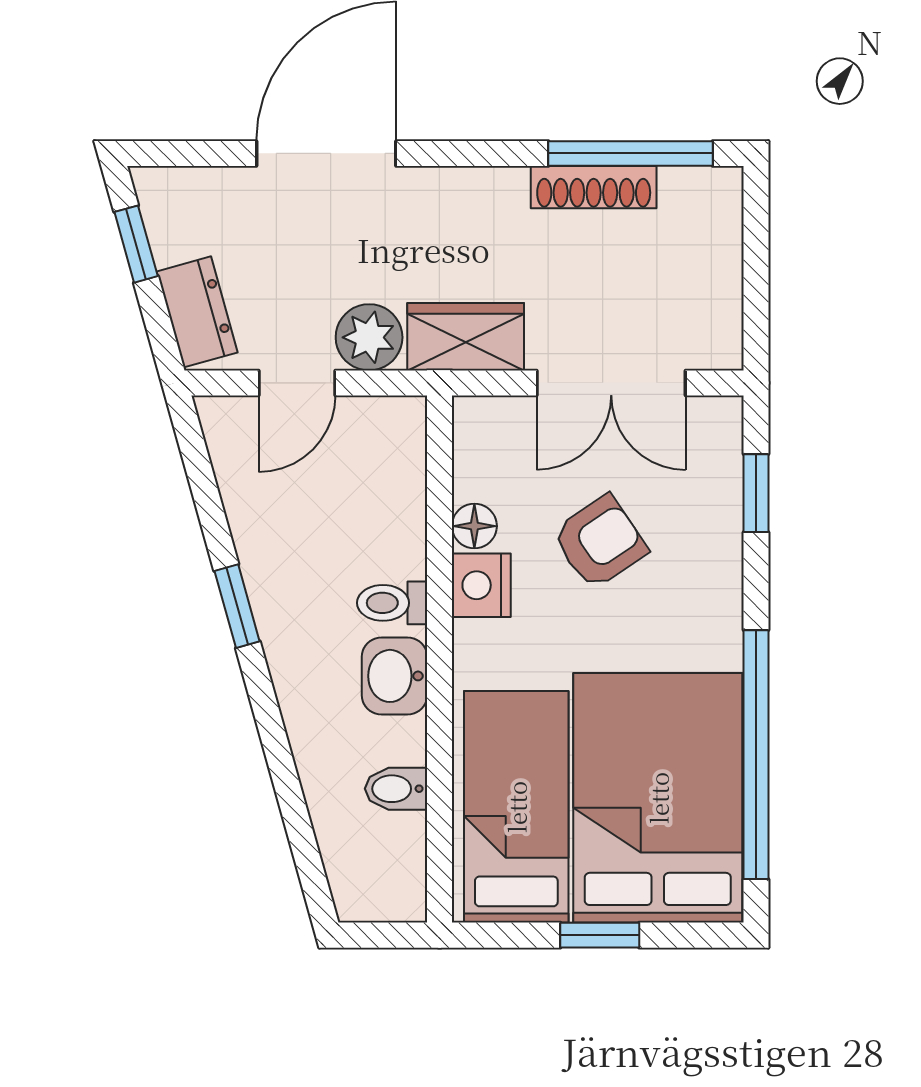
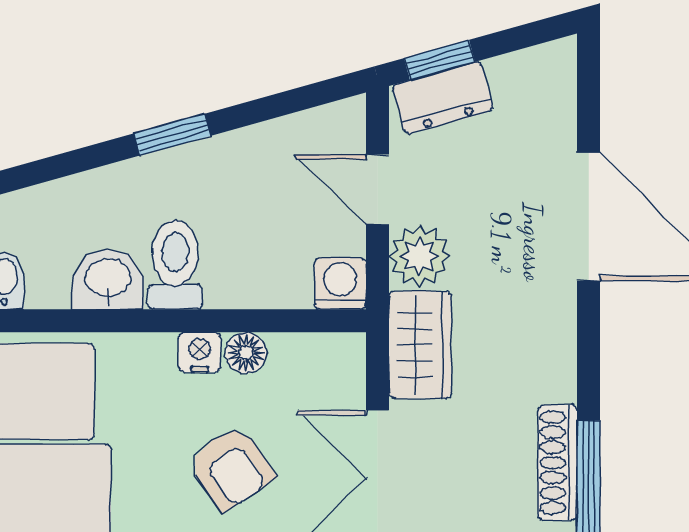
window: (136, 244) -> (440, 60), moved
washing machine: (399, 423) -> (340, 284), added
nightstand: (481, 585) -> (200, 352), width x0.72, depth x0.74
toilet: (392, 603) -> (175, 265), width x1.37, depth x1.39

